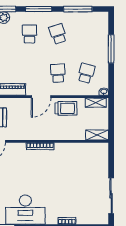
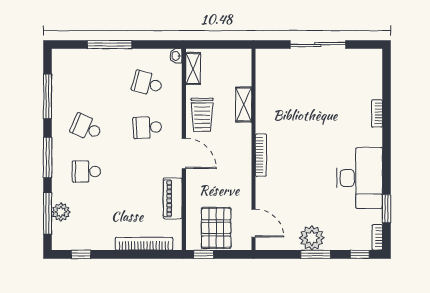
school desk: (58, 34) -> (86, 127), turned 42
trolley: (66, 108) -> (202, 115), turned 180
shelving: (97, 135) -> (244, 105), moved
sliding door: (111, 196) -> (318, 45), moved

